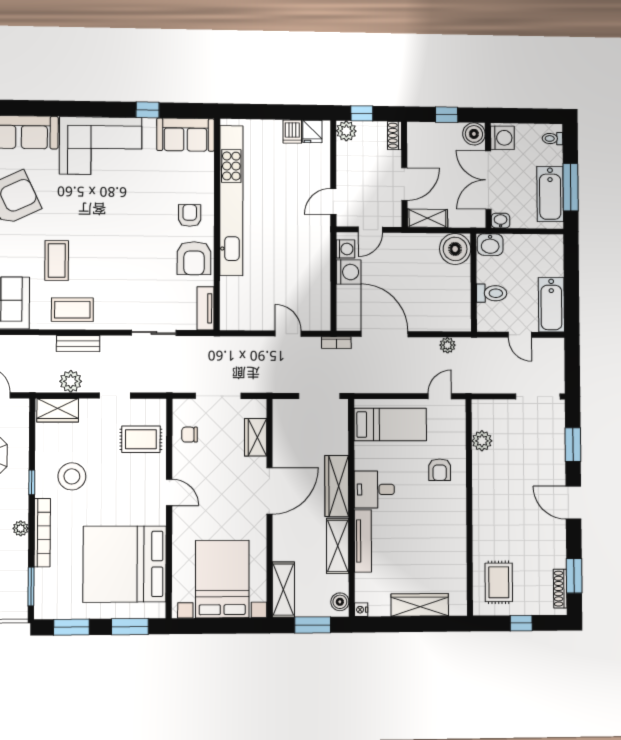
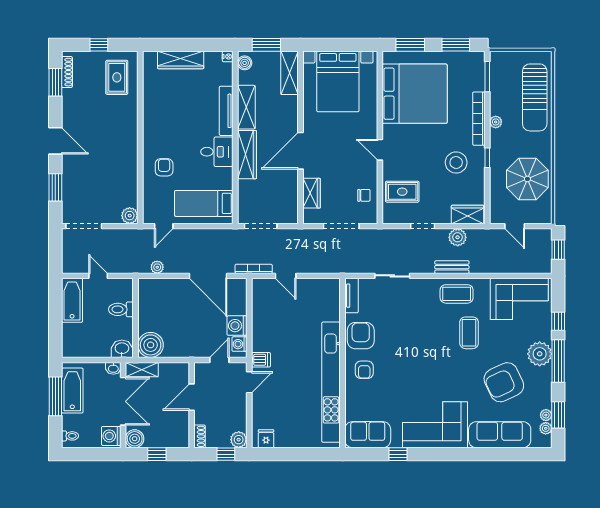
dishwasher: (292, 132) -> (261, 360), moved, turned 90
shelving: (427, 218) -> (142, 370), moved
bookcase: (336, 343) -> (254, 269), width x1.56
plant: (482, 441) -> (130, 216), moved

